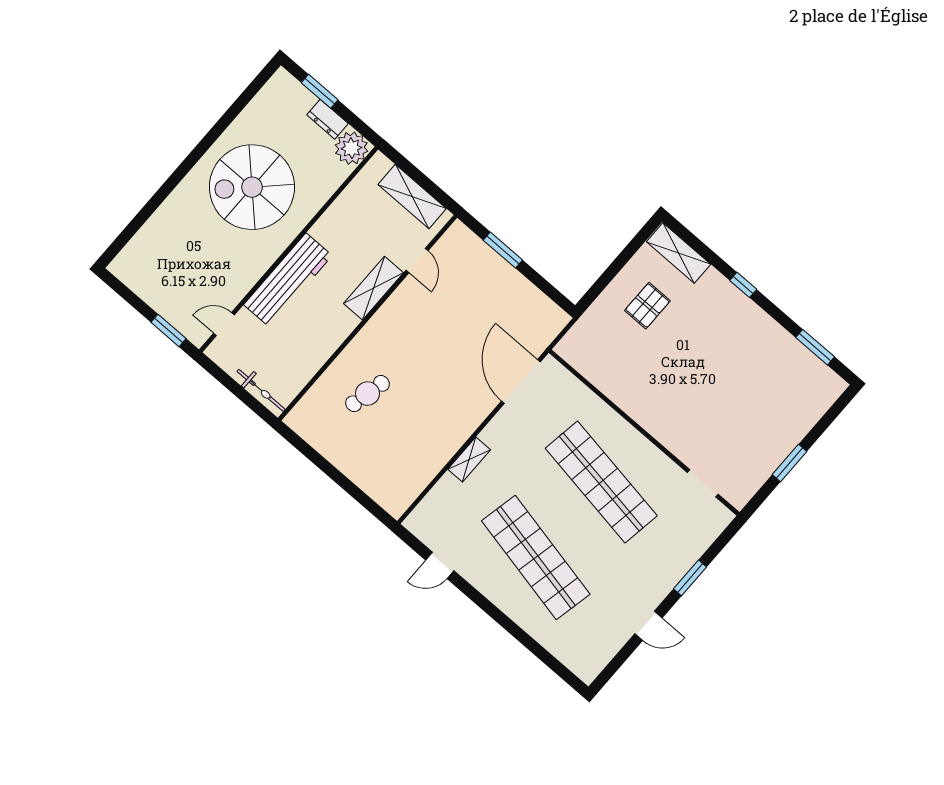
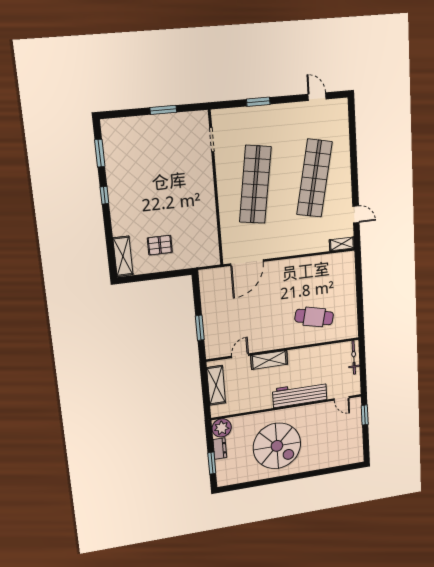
window: (743, 285) -> (104, 195), moved
cafe table: (367, 394) -> (314, 317), width x1.37, depth x1.35
shelving: (469, 459) -> (342, 244), moved
door: (648, 626) -> (317, 97), moved

